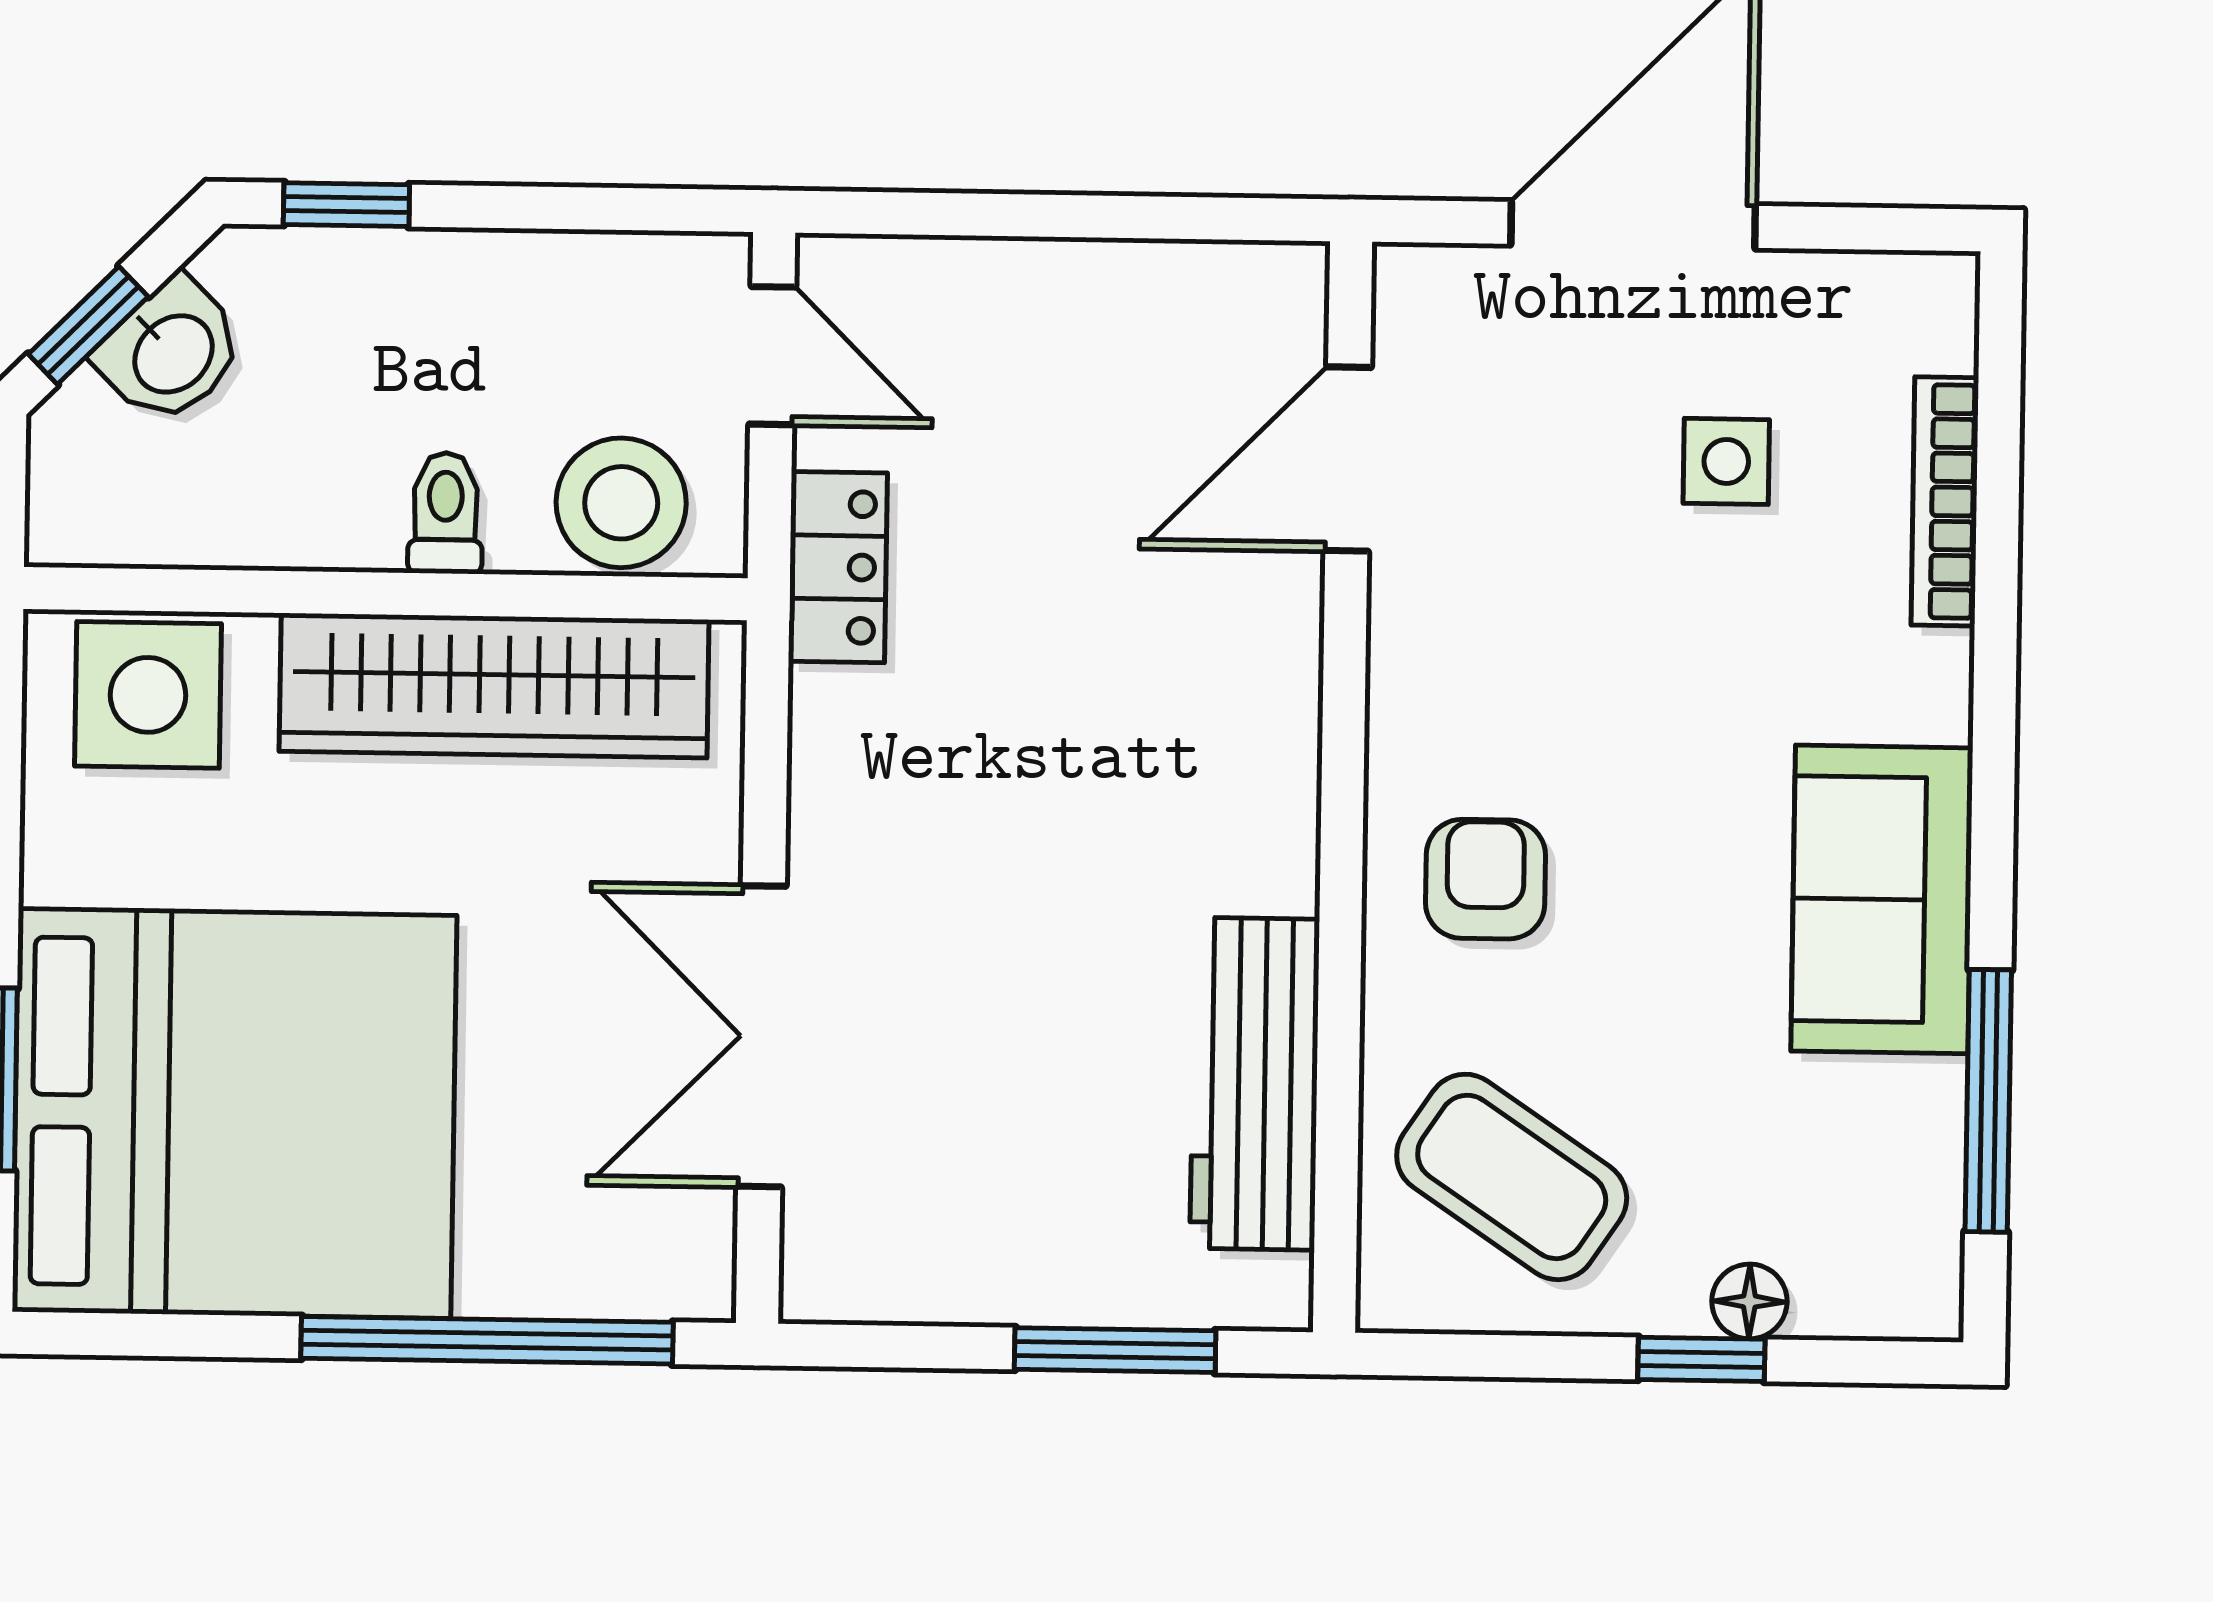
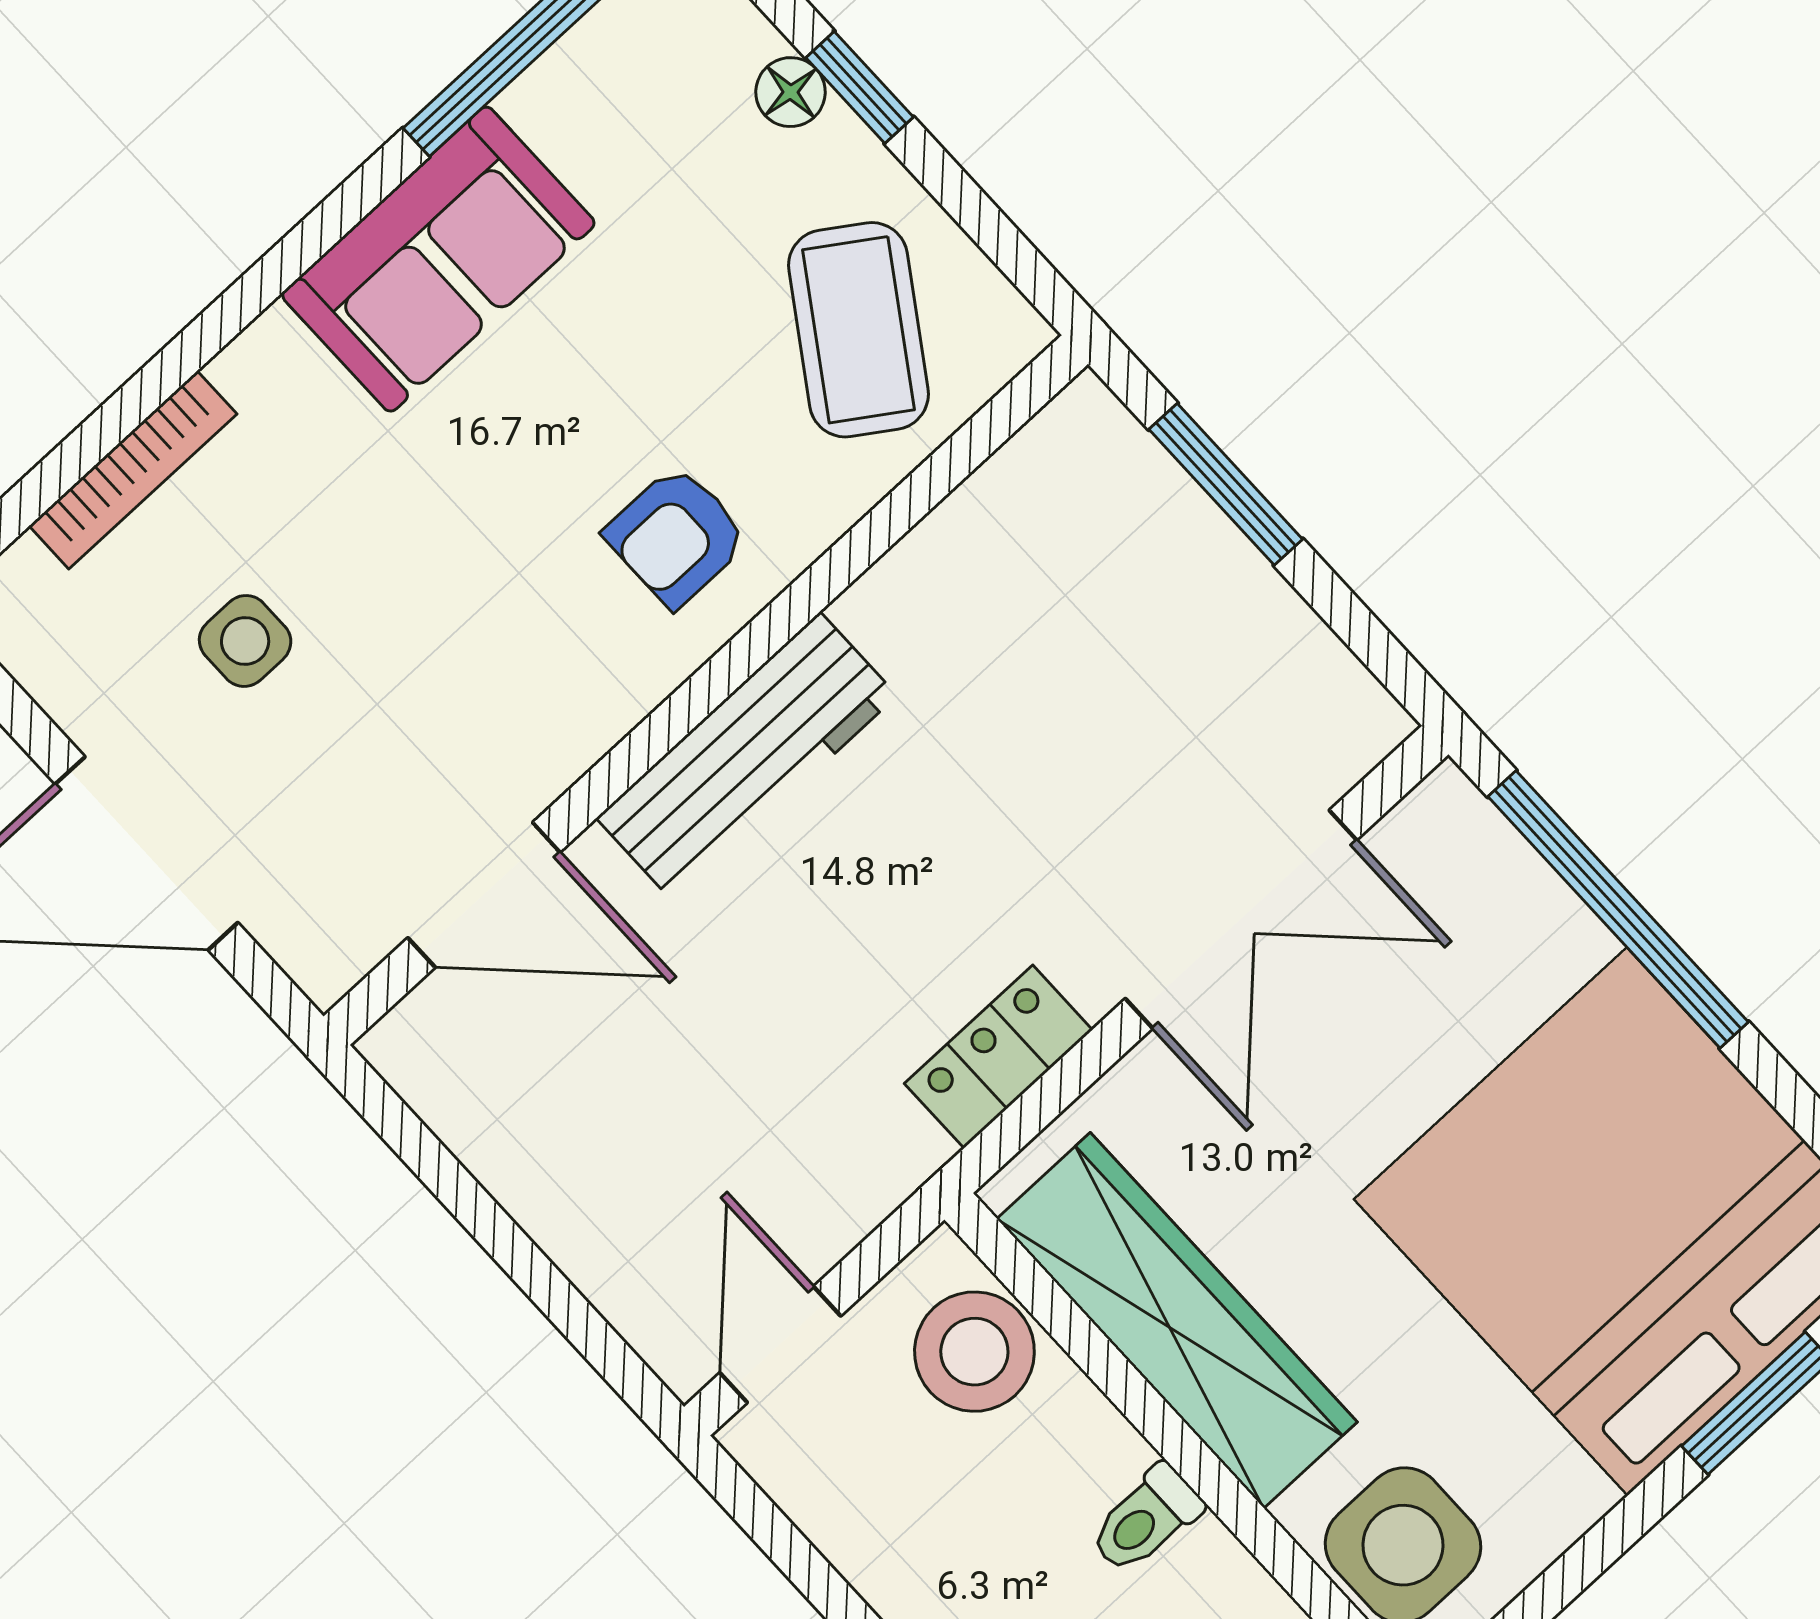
toilet: (445, 513) -> (1146, 1519), moved
locker: (838, 567) -> (998, 1057), moved
workbench: (1255, 1084) -> (747, 757), moved

